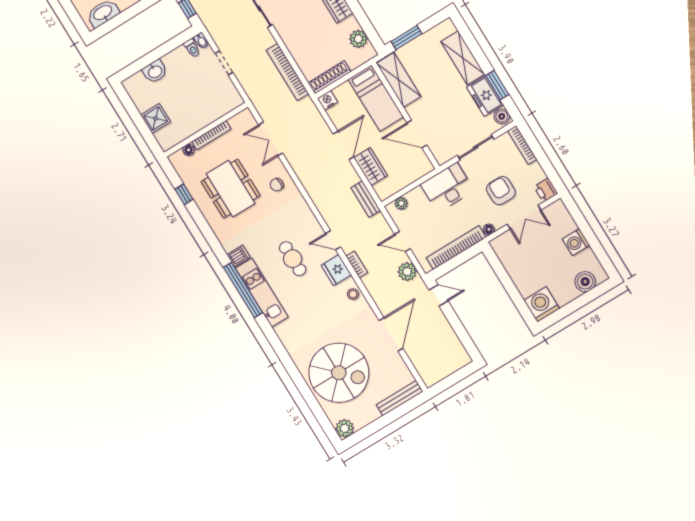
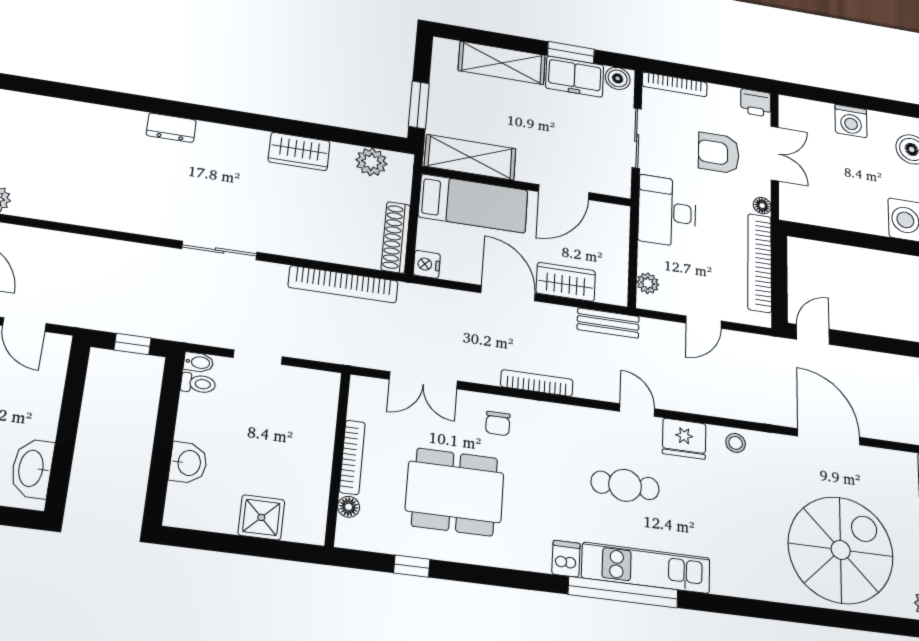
door: (333, 240) -> (637, 410), swing flipped
bookcase: (357, 264) -> (537, 383), moved, width x1.56
plant: (407, 272) -> (751, 348), removed

